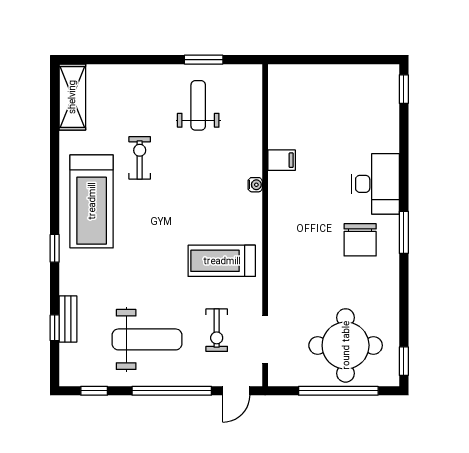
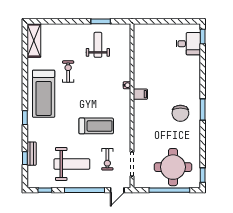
filing cabinet: (282, 160) -> (140, 94), moved
desk: (376, 184) -> (188, 44), moved, width x0.73
treadmill: (222, 261) -> (96, 126), moved, turned 180

